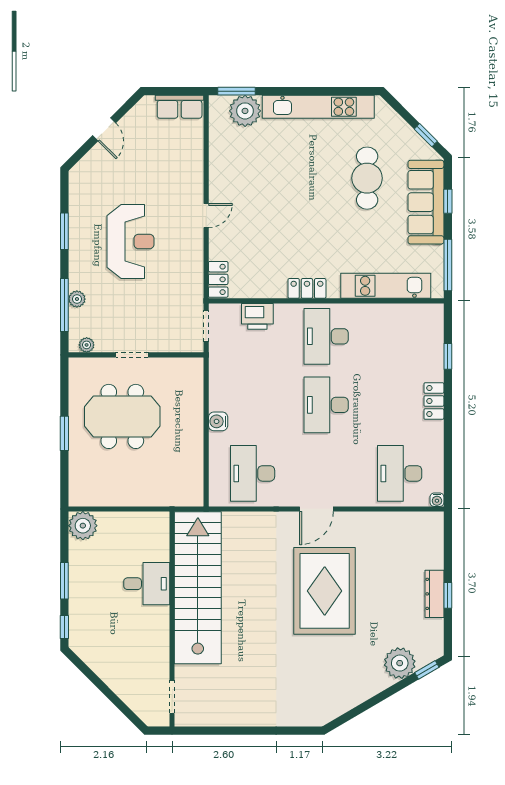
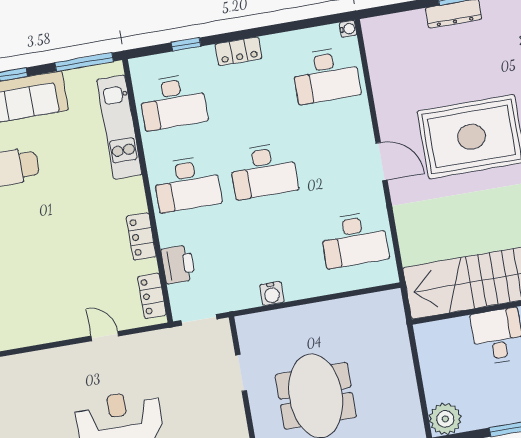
door: (206, 216) -> (105, 336), moved
locker: (218, 279) -> (152, 296), moved, turned -90
locker: (307, 288) -> (141, 237), moved
desk: (400, 336) -> (173, 102), added
doorway: (132, 355) -> (241, 373), moved
water cooler: (218, 421) -> (272, 293), moved

